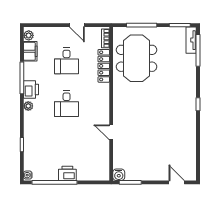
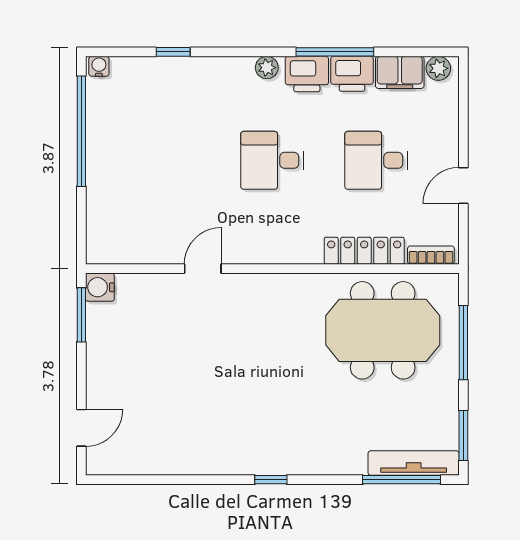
tv unit: (191, 40) -> (414, 463), width x1.41
printer: (67, 173) -> (352, 74), moved, turned 90

